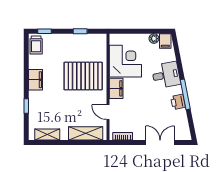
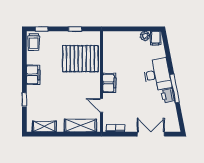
corner desk: (125, 61) -> (118, 57), removed
desk: (166, 75) -> (157, 74), width x1.37
pallet: (83, 76) -> (80, 59), moved

